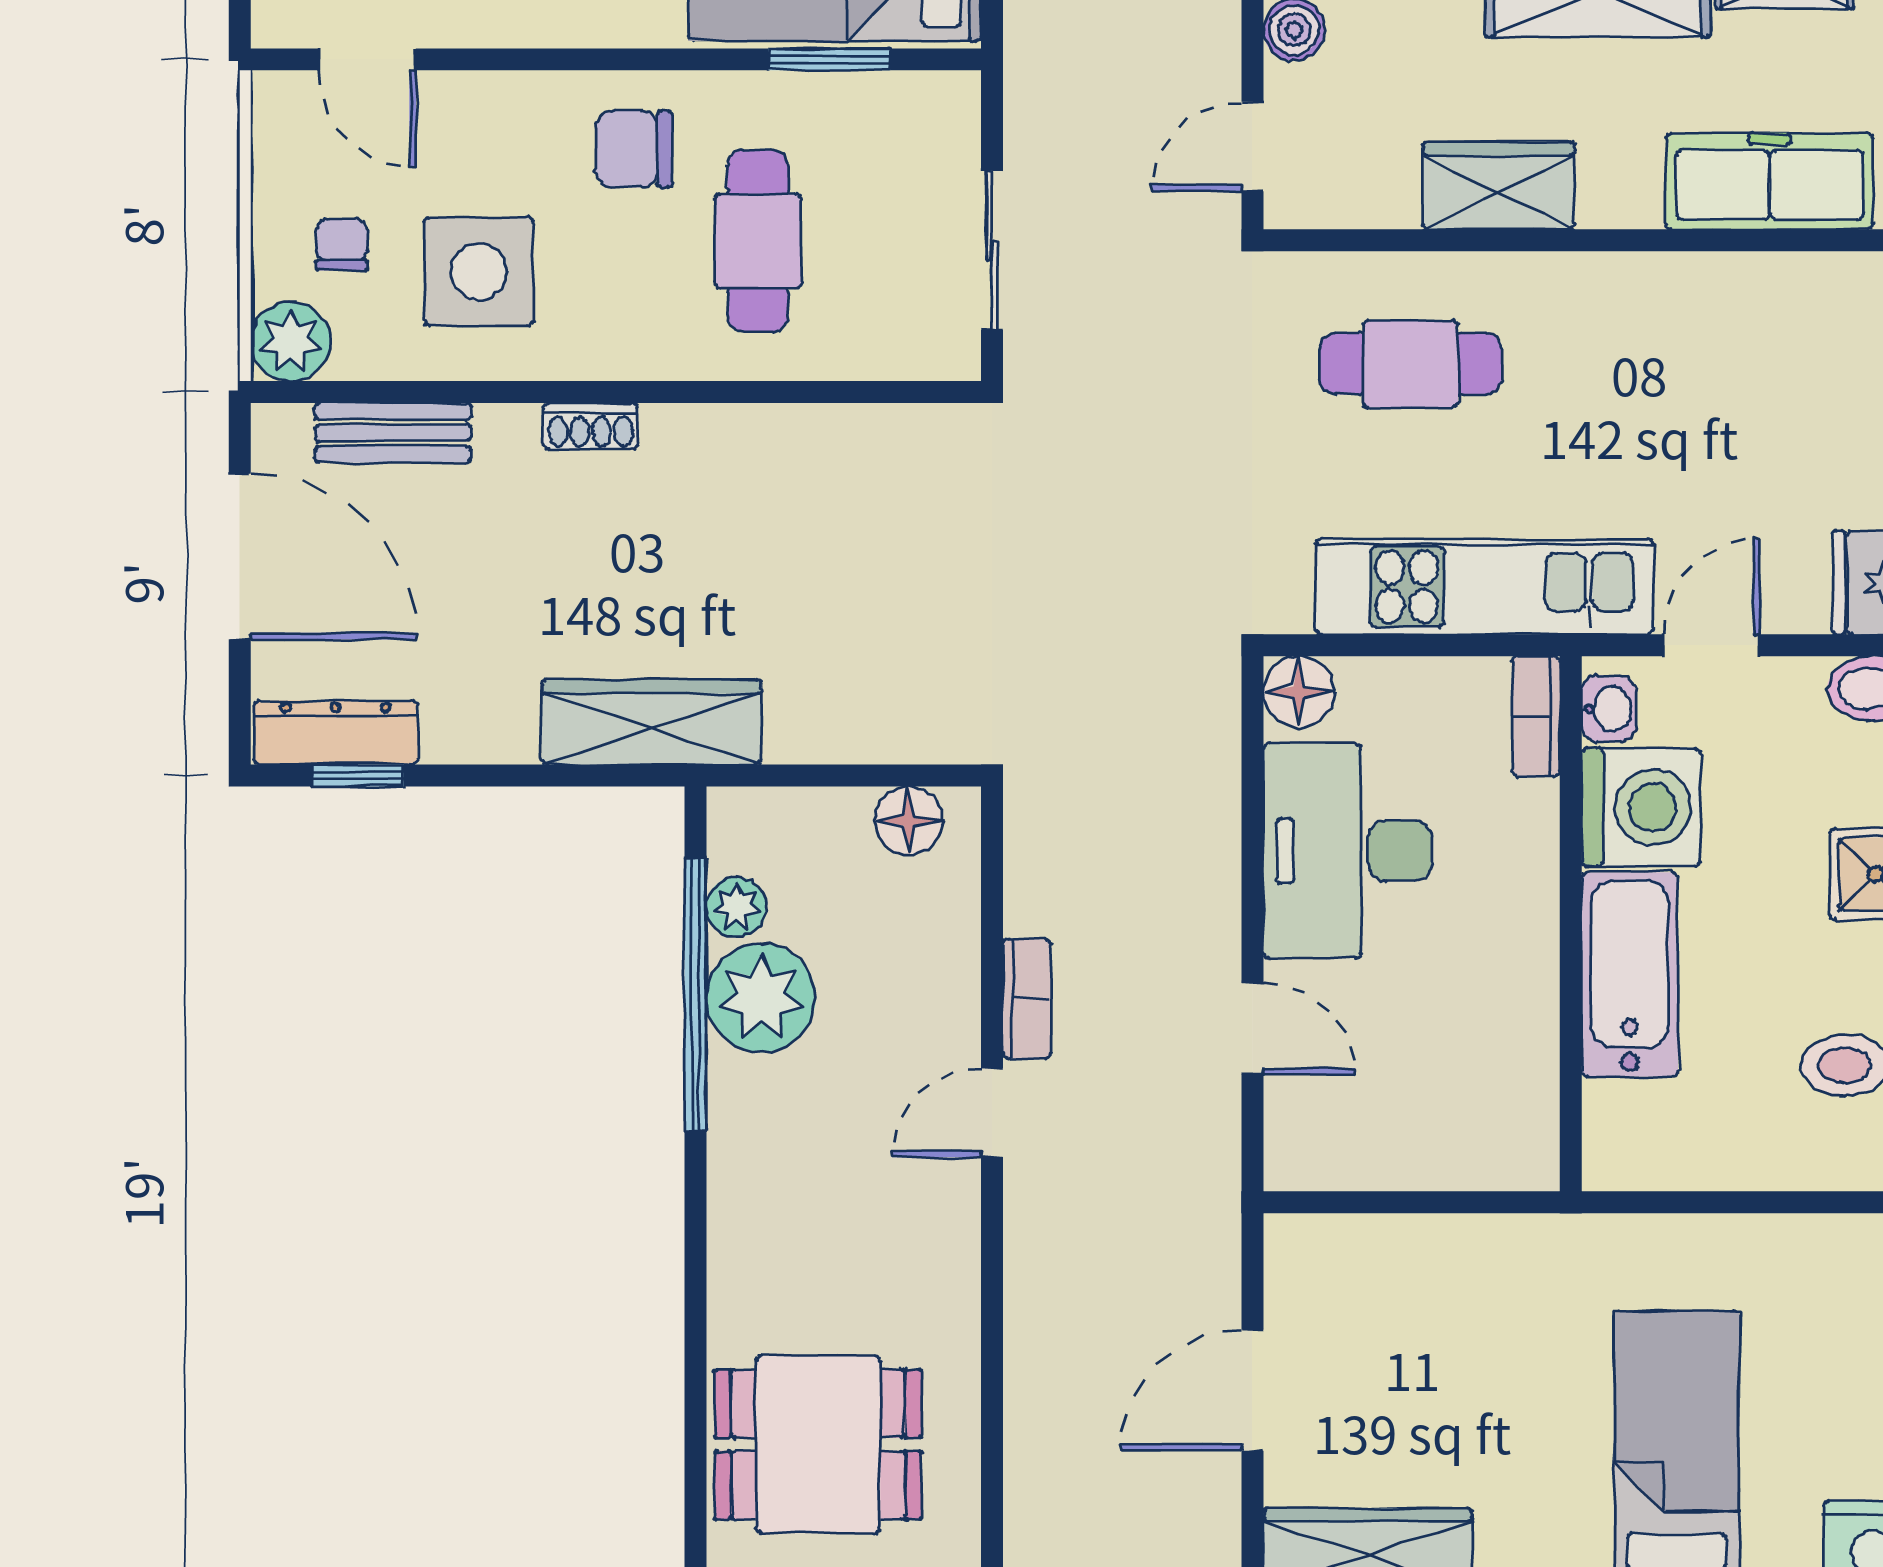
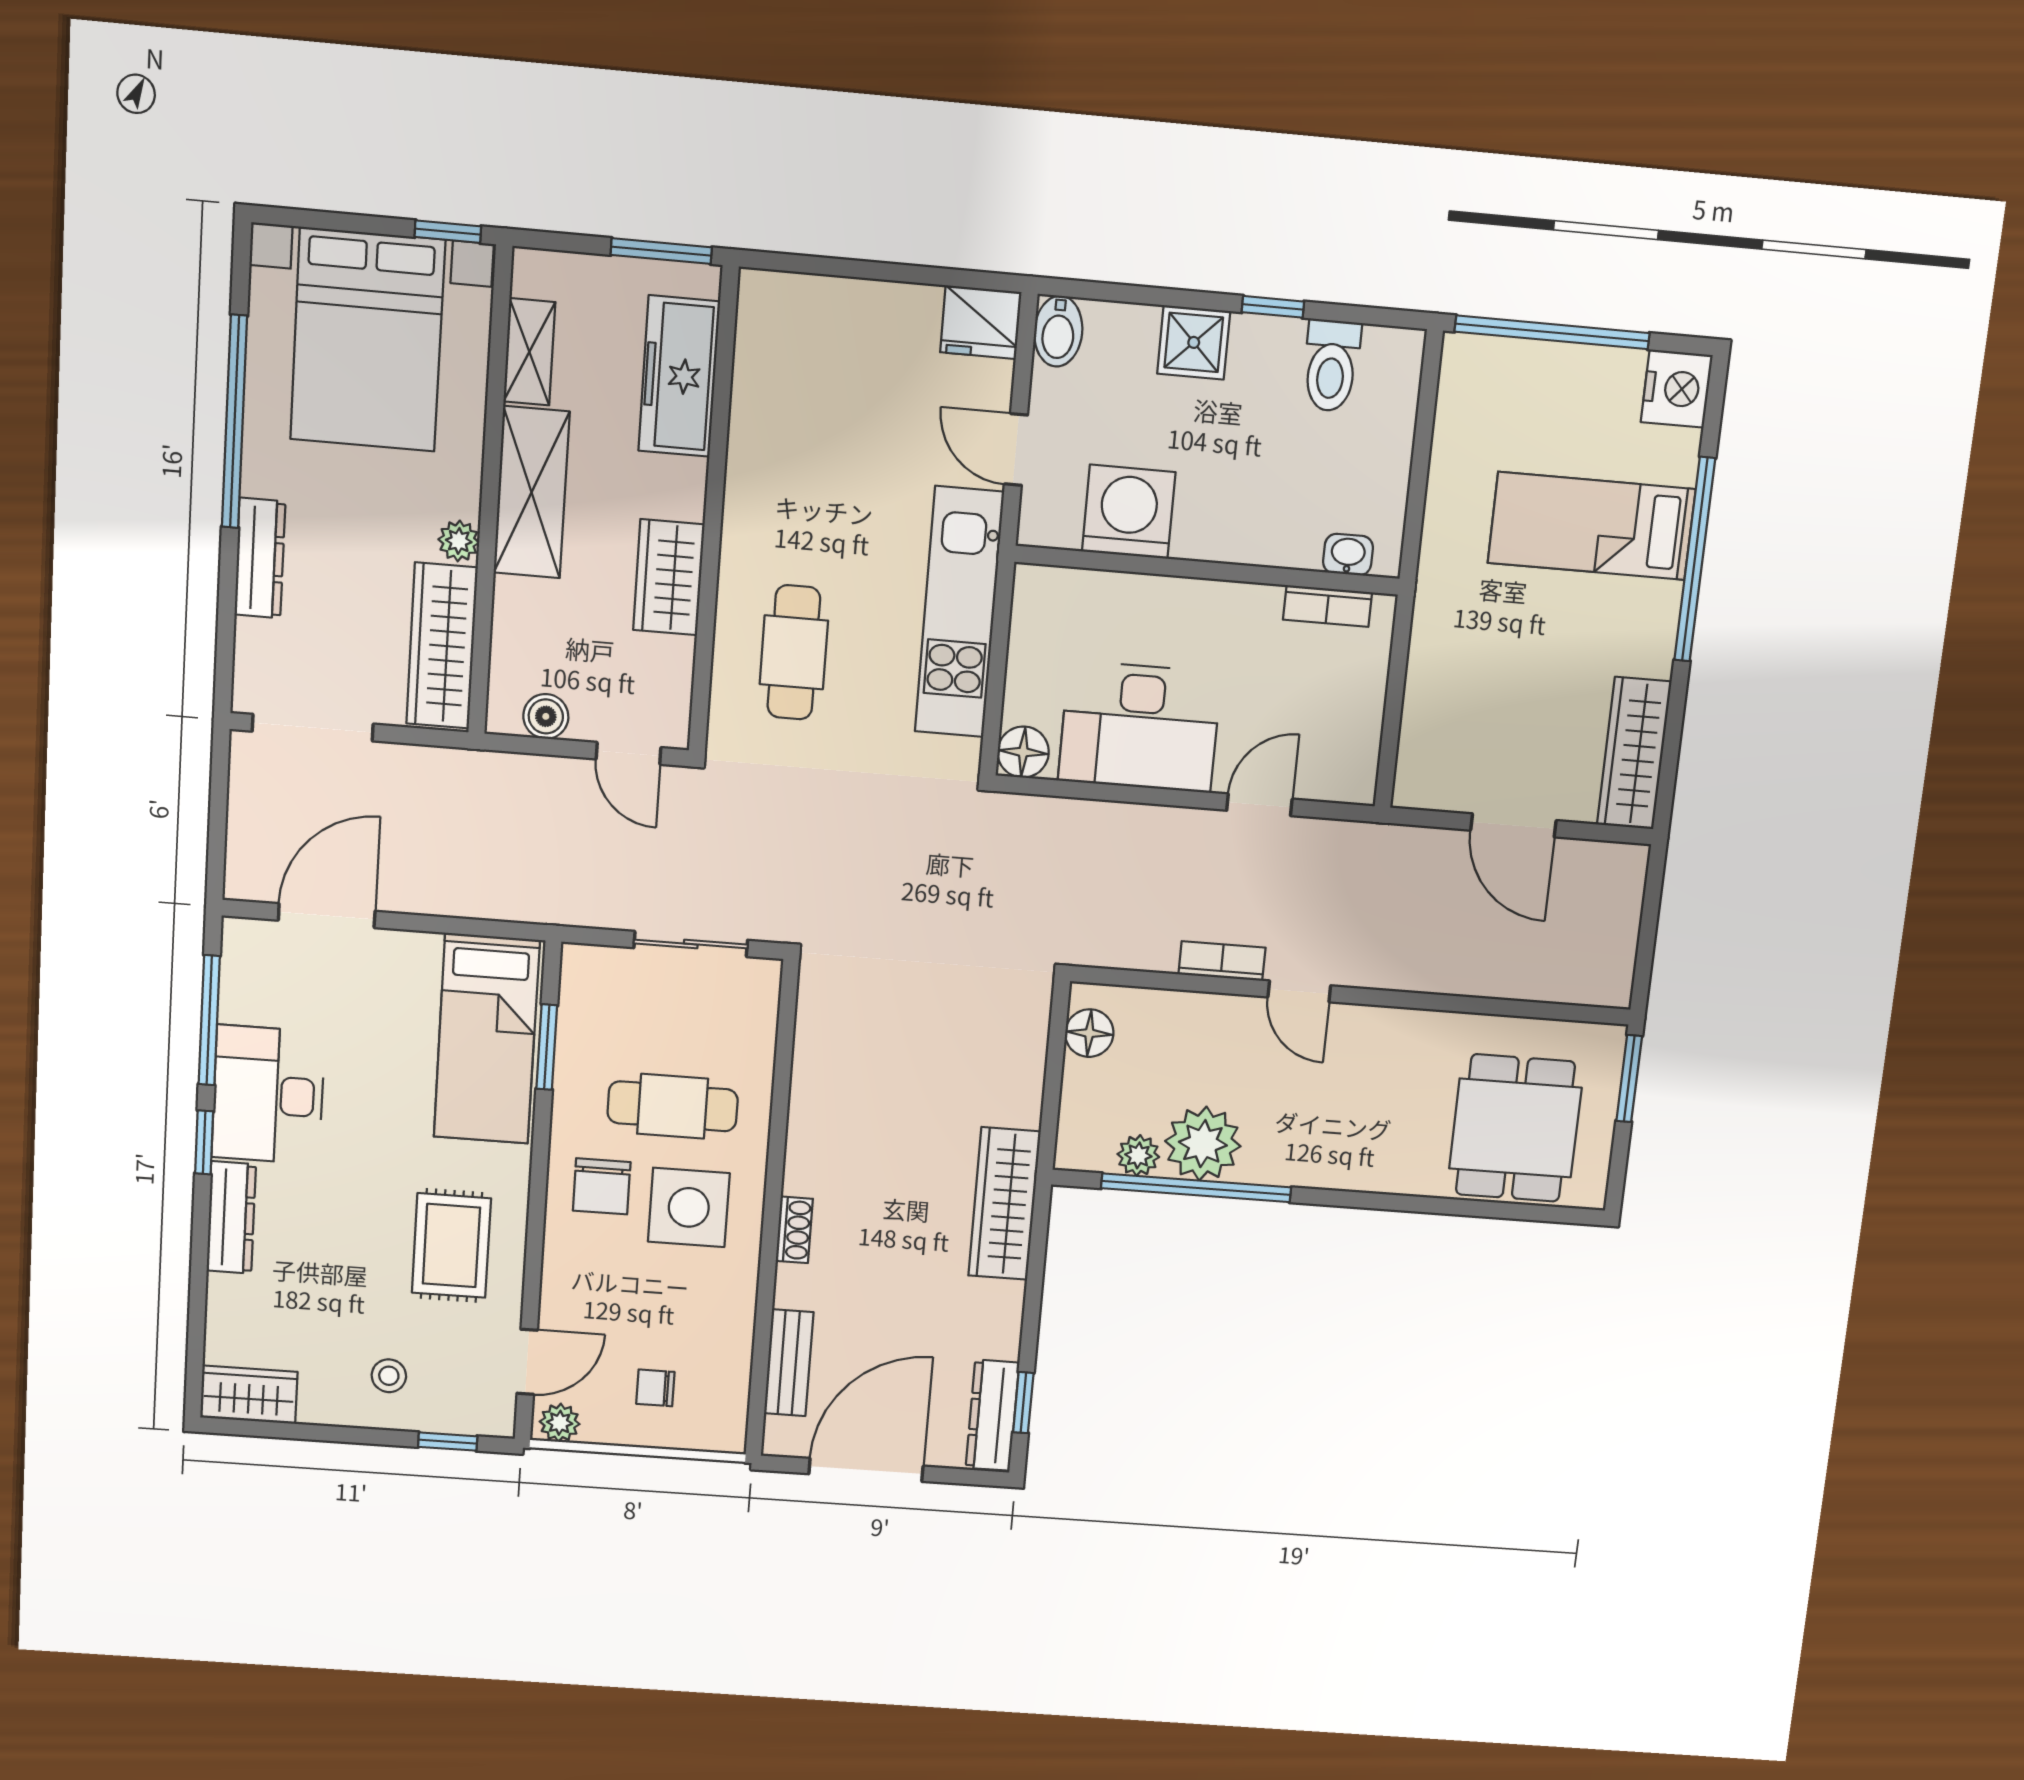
side table: (479, 271) -> (689, 1207), moved
plant: (290, 342) -> (560, 1423), moved, width x0.73, depth x0.73
washbasin: (1609, 709) -> (1348, 555), moved
bookcase: (1536, 716) -> (1327, 606), moved
bathtub: (1630, 974) -> (1248, 530), removed

